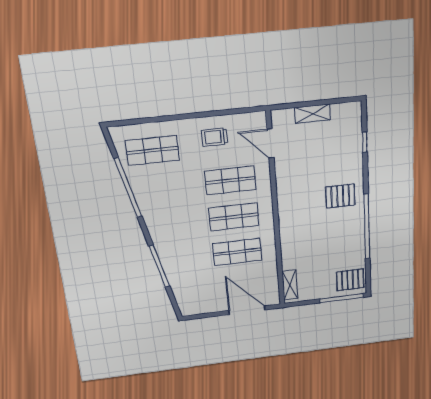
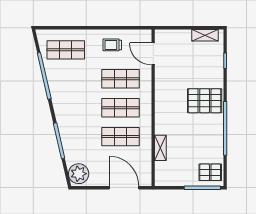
shelving: (313, 114) -> (205, 35), moved
pallet: (340, 196) -> (205, 101), width x1.50, depth x1.42
shelving: (290, 285) -> (160, 148), moved
plant: (189, 302) -> (79, 174), added

